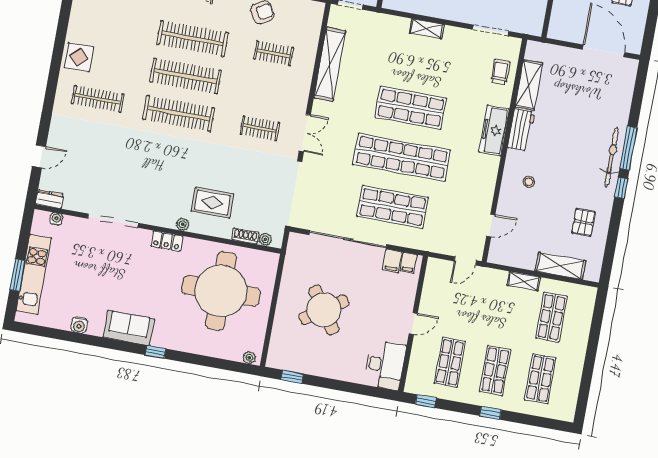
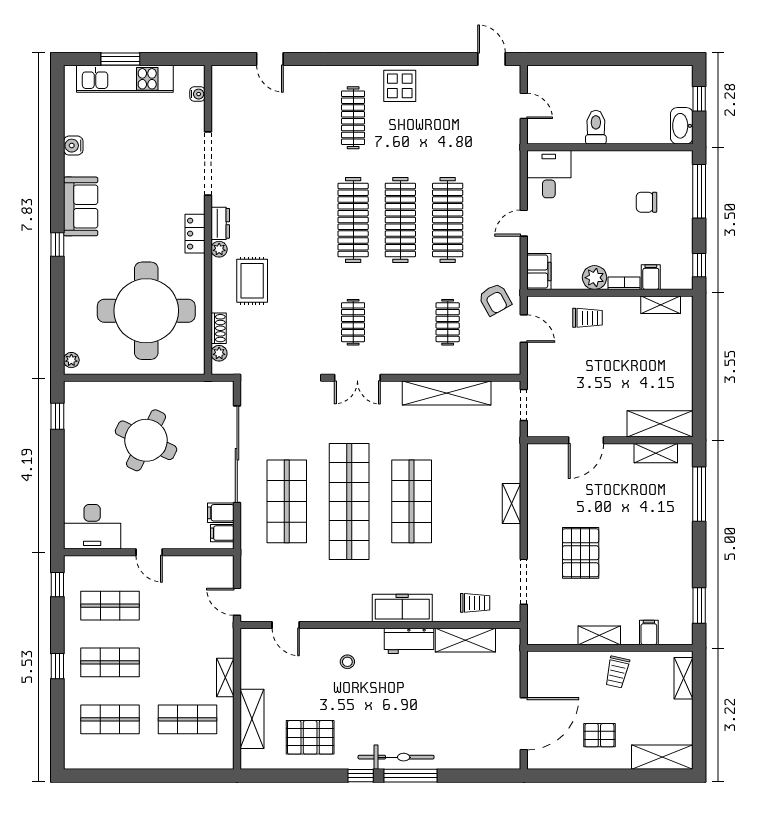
dresser: (50, 199) -> (220, 223), moved
pallet: (583, 222) -> (310, 737), width x1.50, depth x1.42
round table: (324, 310) -> (146, 440), turned -30

